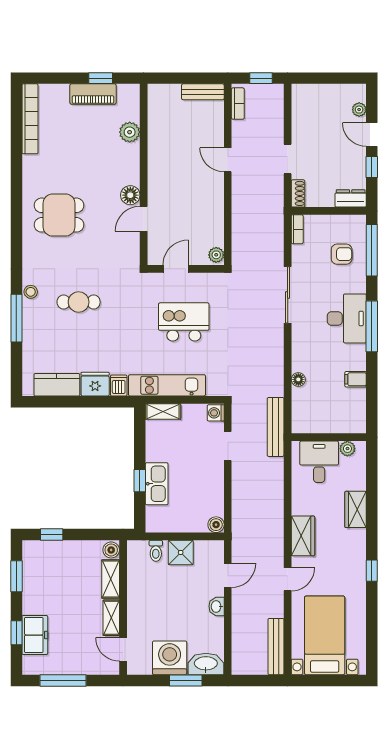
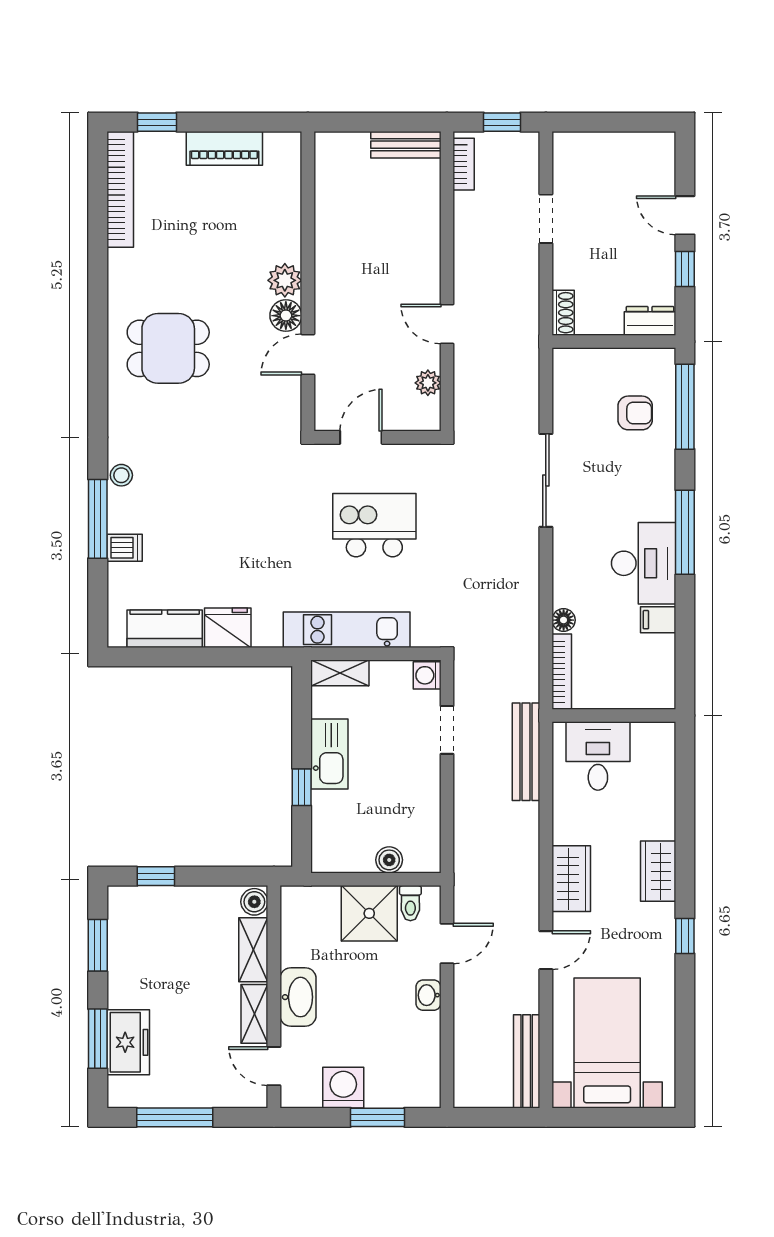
window: (101, 78) -> (157, 122), moved
plant: (359, 110) -> (664, 174), removed
plant: (130, 132) -> (285, 280), moved
doorway: (288, 159) -> (546, 219), moved
door: (228, 160) -> (447, 324), moved
bookcase: (297, 229) -> (562, 672), moved, width x1.56
plant: (216, 255) -> (428, 383), moved
cafe table: (79, 302) -> (201, 492), removed
desk: (347, 318) -> (644, 563), moved
dishwasher: (119, 386) -> (125, 548), moved, turned 90
bench: (276, 427) -> (526, 752), moved
plant: (347, 449) -> (645, 734), removed
kitchen sink: (157, 484) -> (329, 754), moved
wardrobe: (356, 509) -> (658, 871), moved
boiler: (216, 525) -> (389, 860), moved
toilet: (156, 551) -> (410, 903), moved
shower: (181, 552) -> (369, 913), width x1.36, depth x1.36
window: (16, 633) -> (98, 1039), width x1.50
washing machine: (170, 658) -> (343, 1088), width x0.73, depth x0.73
washbasin: (206, 664) -> (298, 997), moved, turned 90

